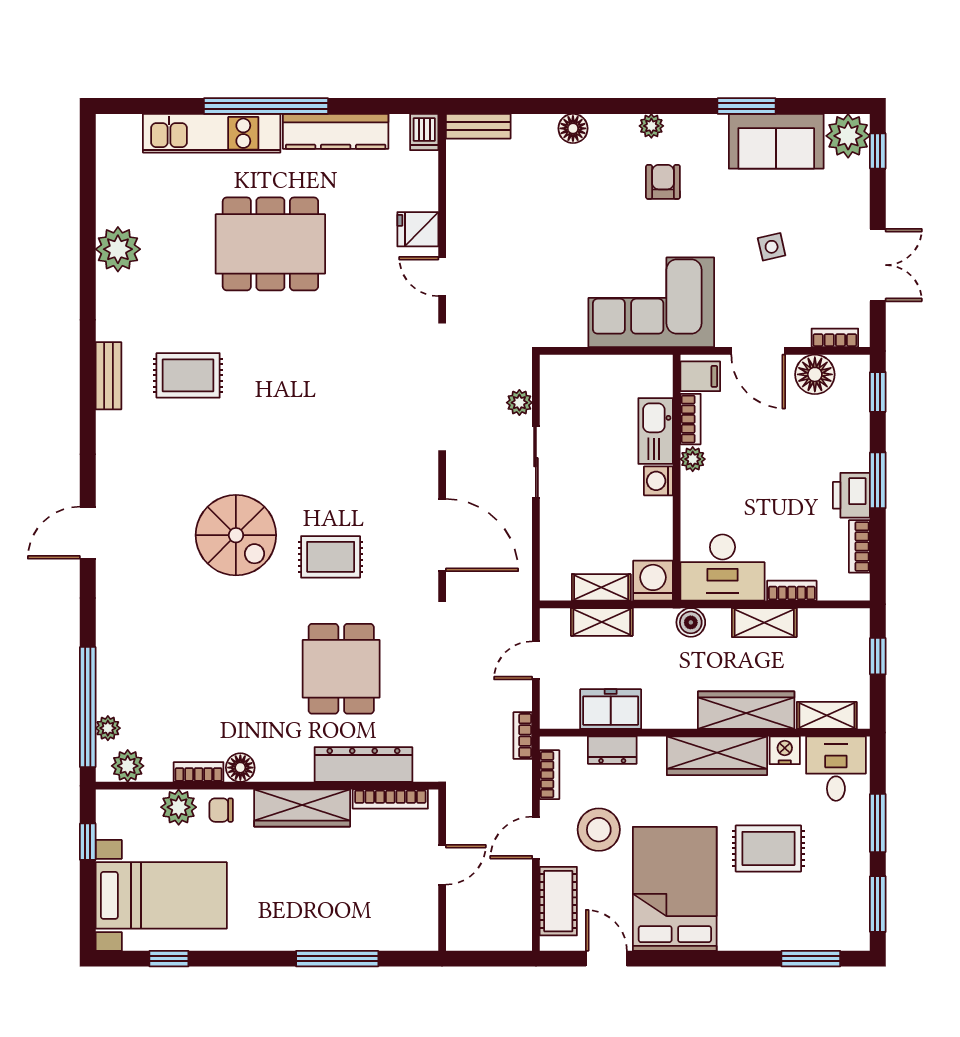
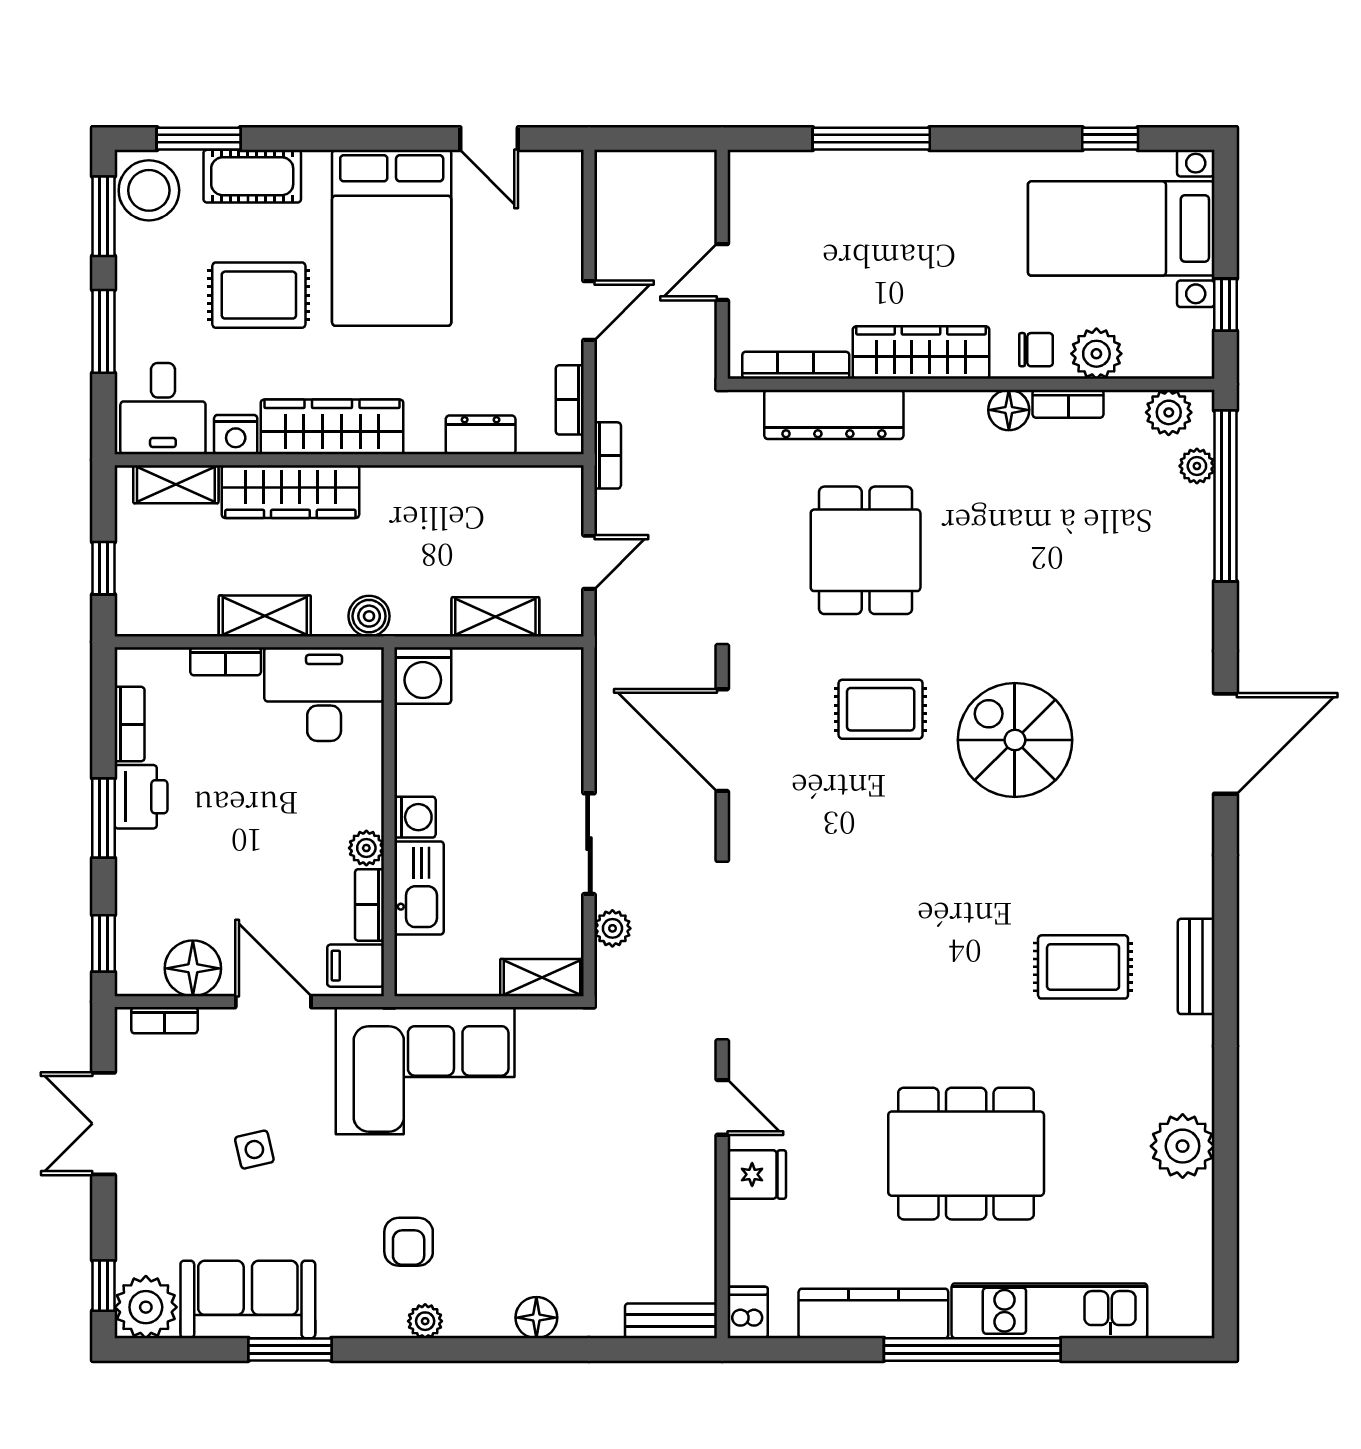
door: (88, 533) -> (1225, 744), width x1.36
shelving: (601, 587) -> (542, 978), moved
freezer: (611, 709) -> (483, 493), removed
stool: (599, 830) -> (149, 190), moved
cot: (558, 901) -> (252, 176), moved, turned 90

